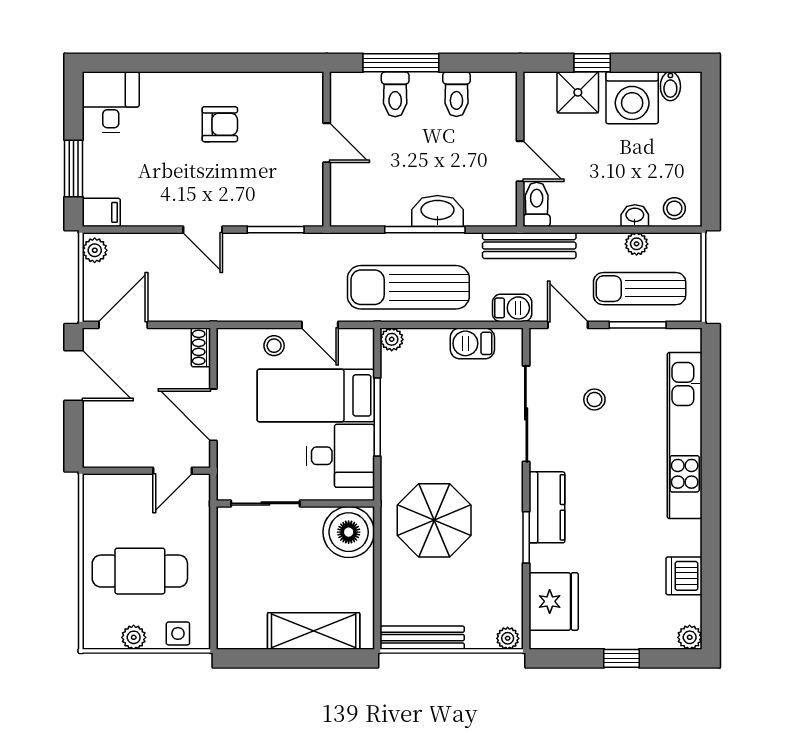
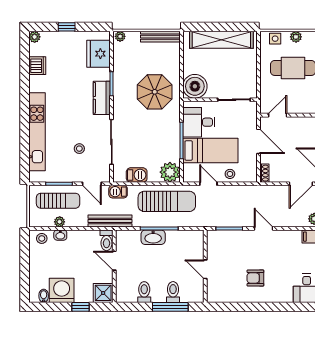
shower: (578, 92) -> (103, 293), moved
plant: (392, 339) -> (170, 172), width x1.87, depth x1.87
shelving: (314, 631) -> (221, 40), width x1.47

